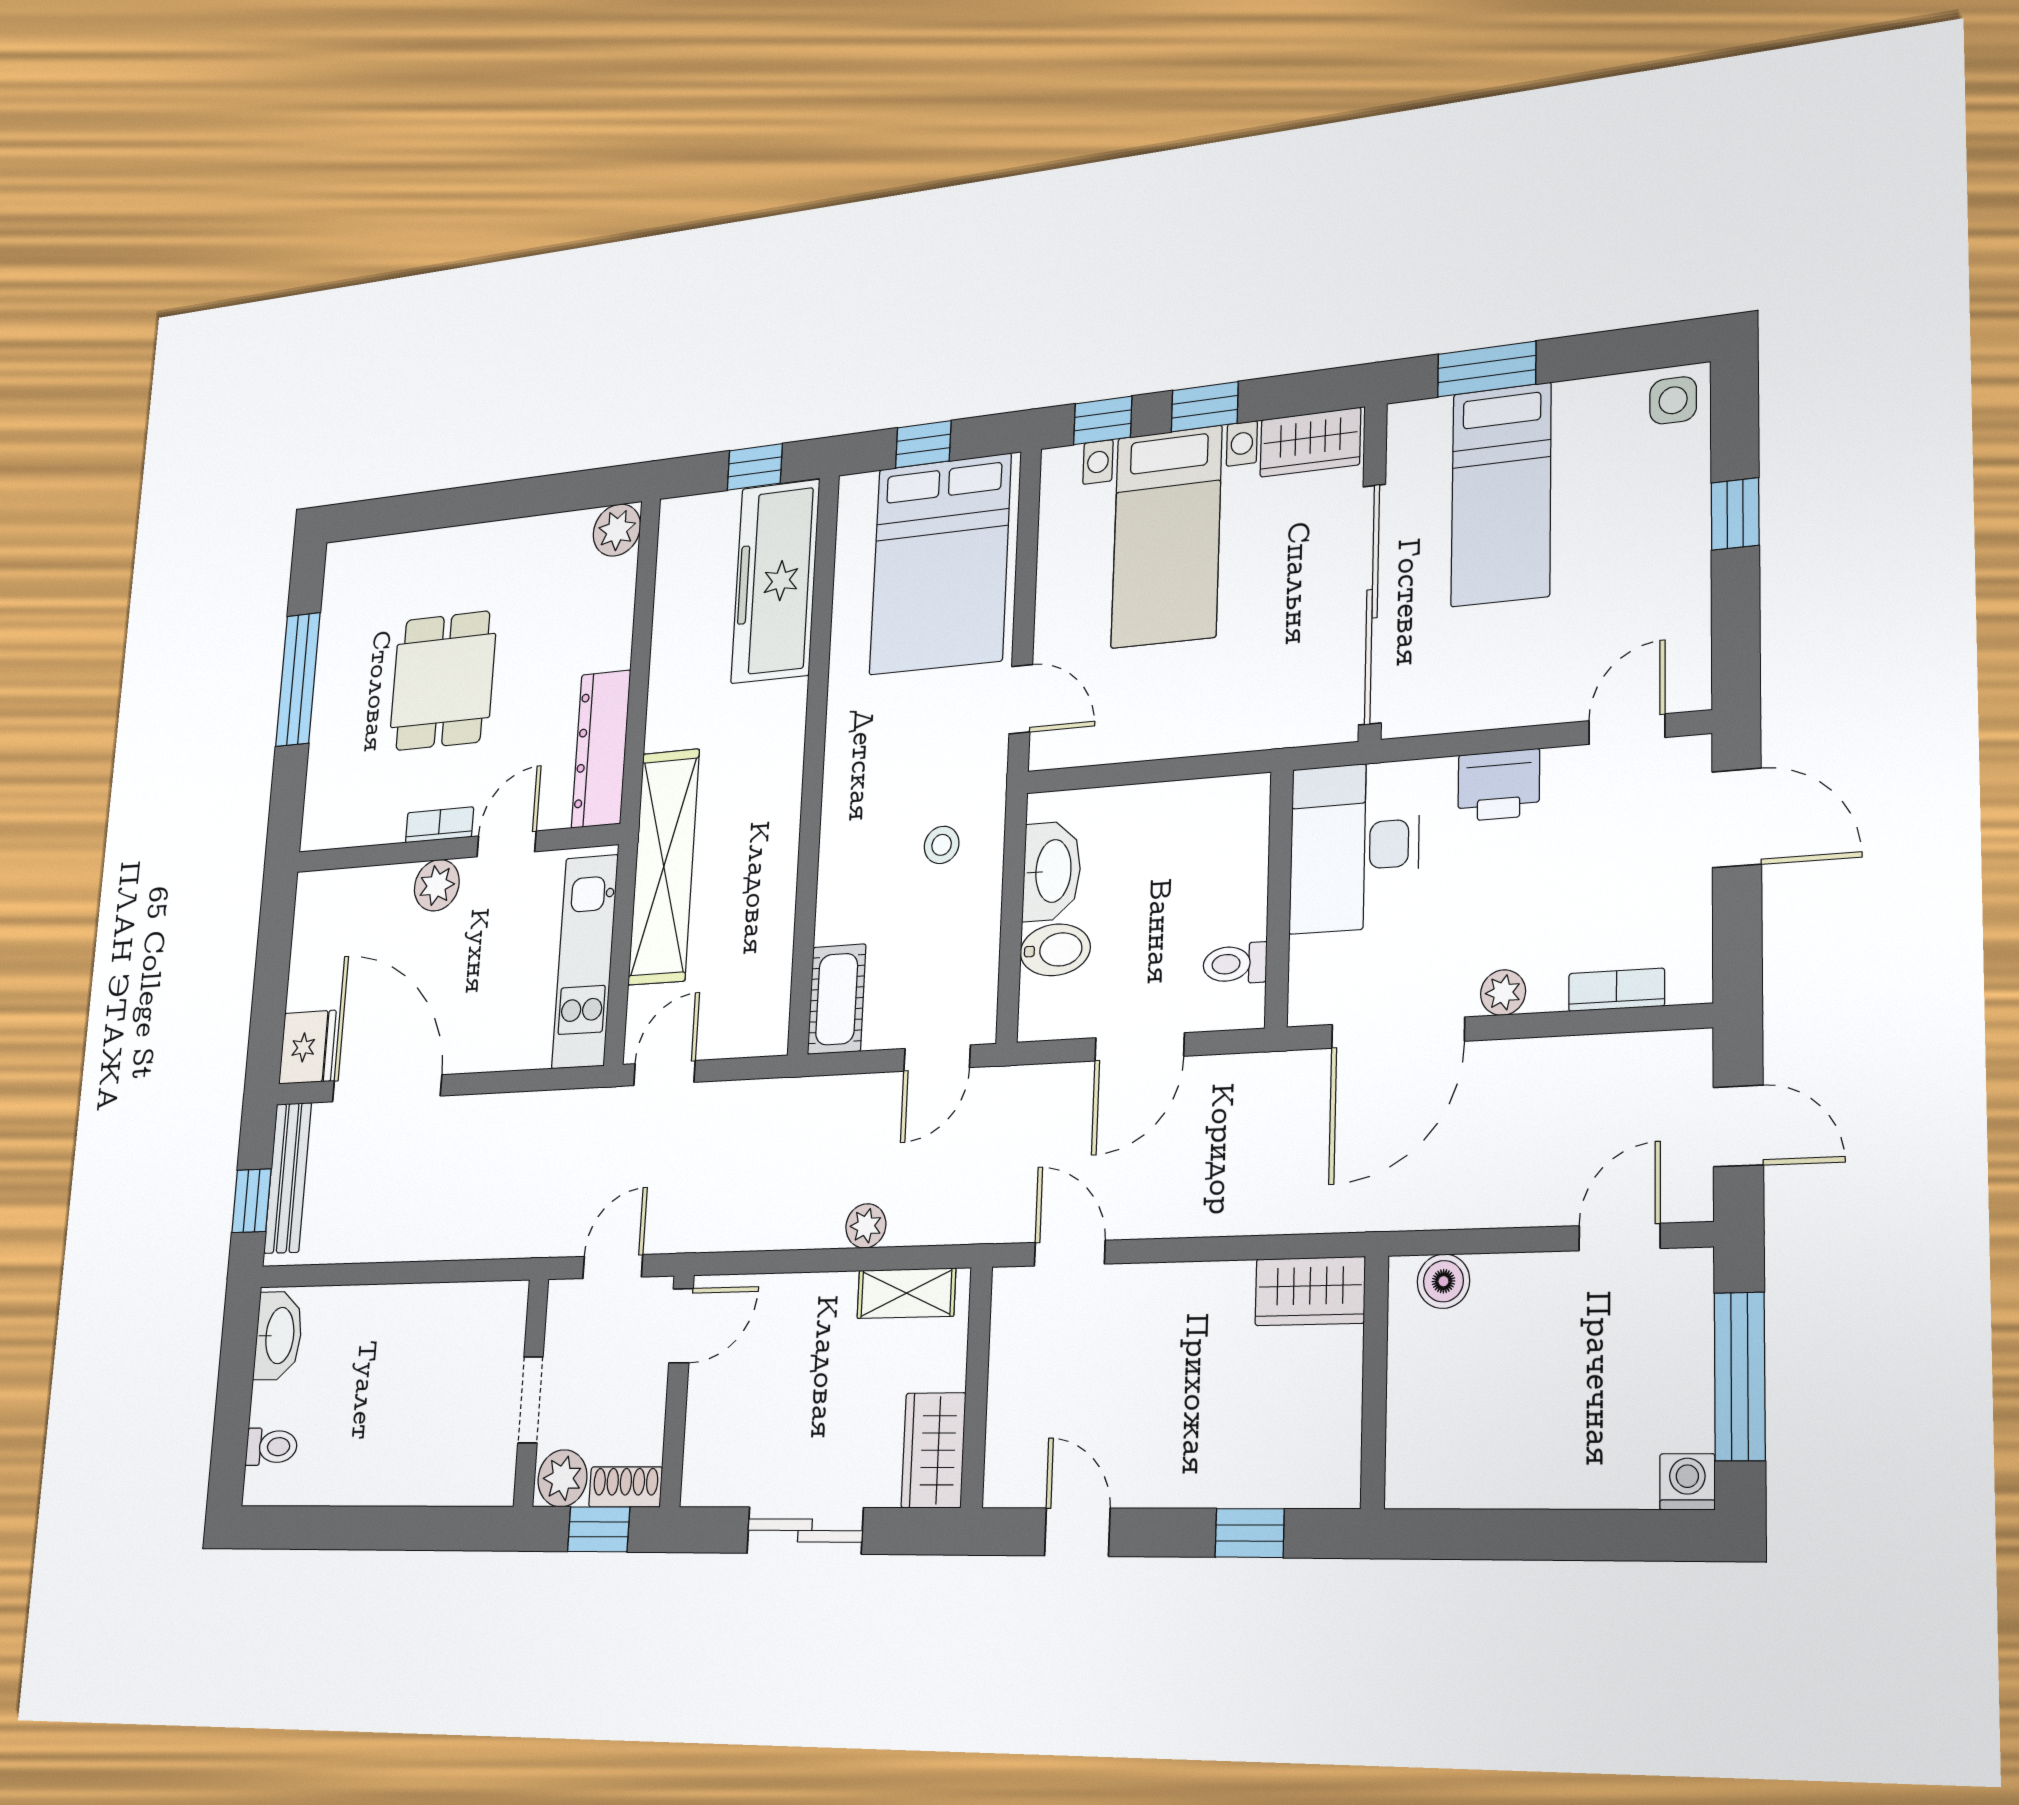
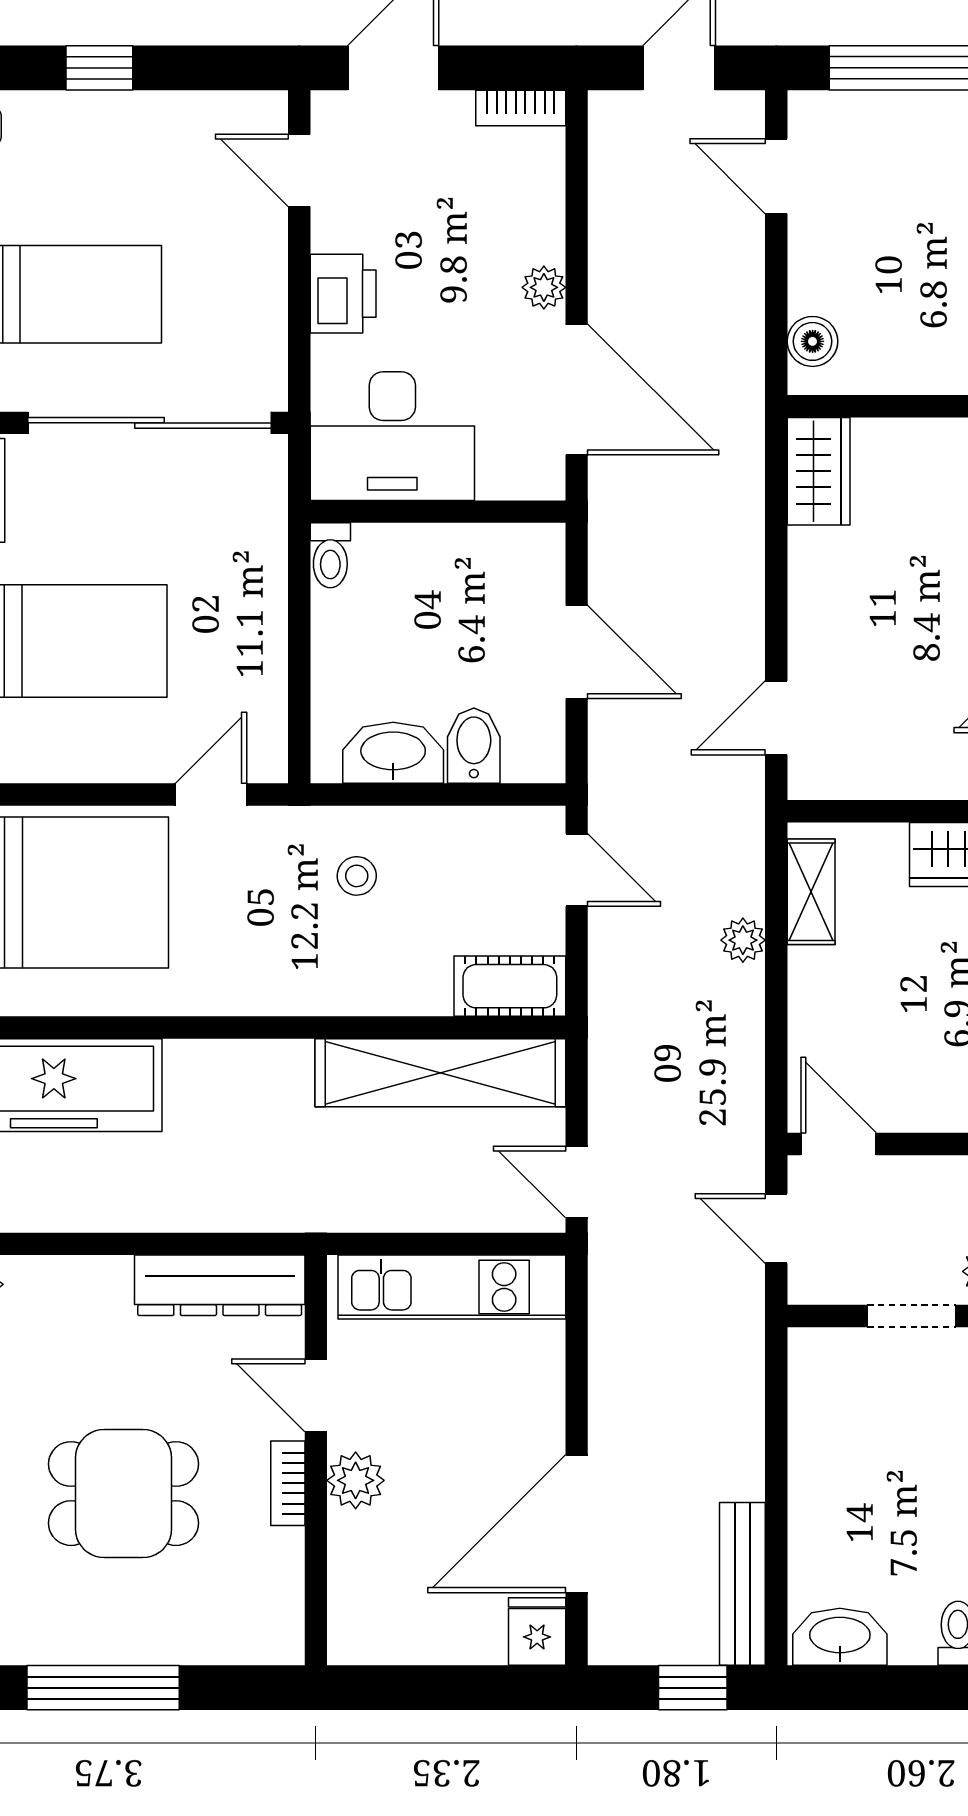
shelving: (664, 866) -> (440, 1073), moved
toilet: (1235, 964) -> (330, 555), moved
bookcase: (1616, 990) -> (521, 108), moved, turned -90
fridge: (307, 1047) -> (537, 1632), width x0.72
bench: (288, 1178) -> (742, 1584), moved, turned 90

